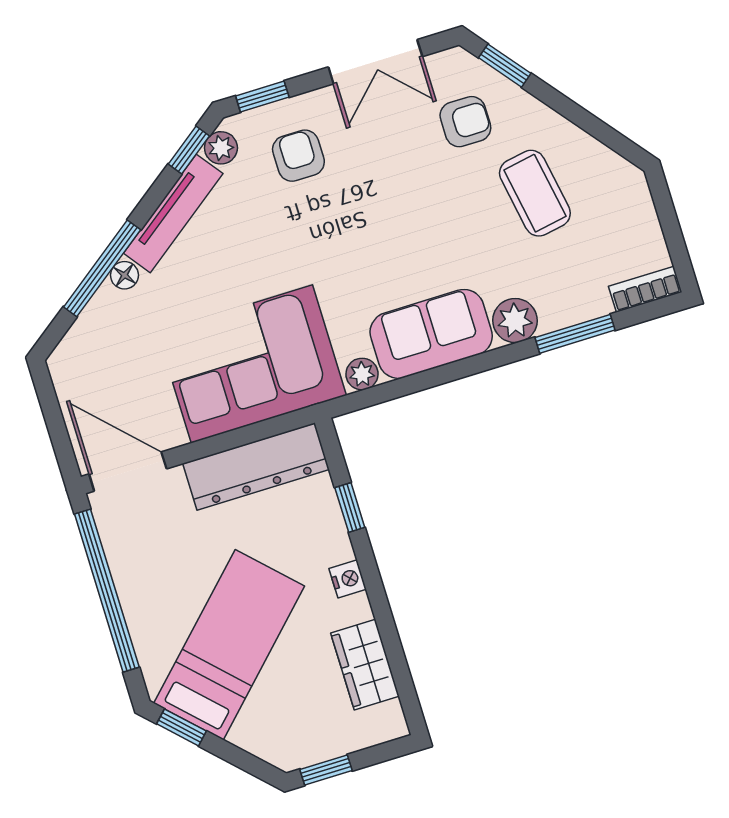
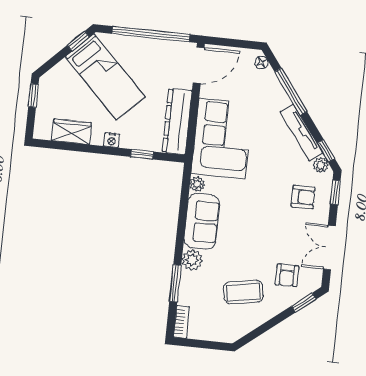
floor lamp: (124, 275) -> (262, 63), moved

